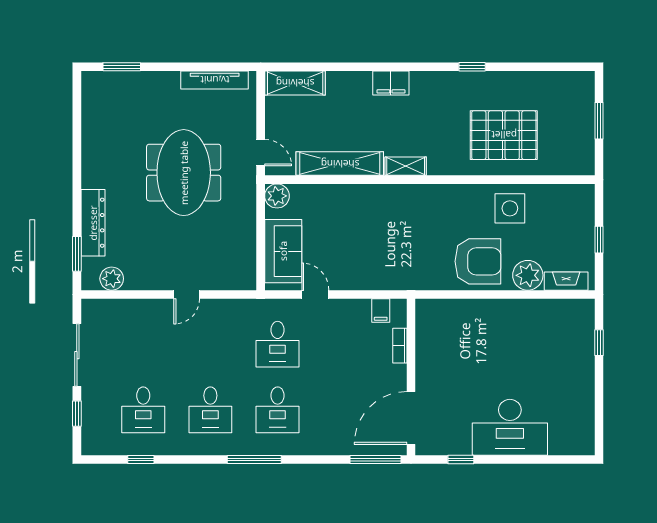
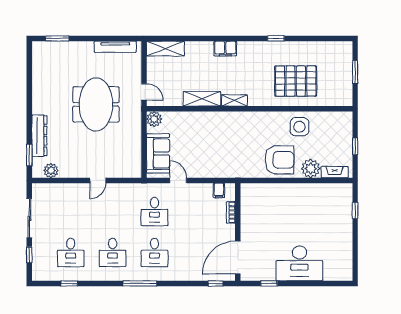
shelving: (340, 164) -> (202, 99), width x0.68
window: (375, 459) -> (216, 283), width x0.46

